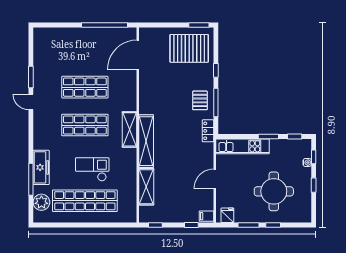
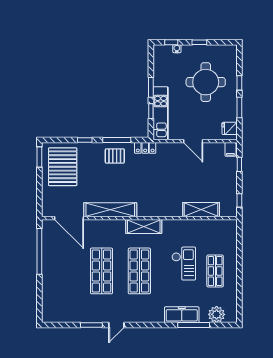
window: (295, 137) -> (151, 111), moved
shelving: (146, 141) -> (110, 210), moved
checkout: (92, 169) -> (184, 264), turned 180
shop shelf: (85, 201) -> (215, 271), width x0.50, depth x0.74

